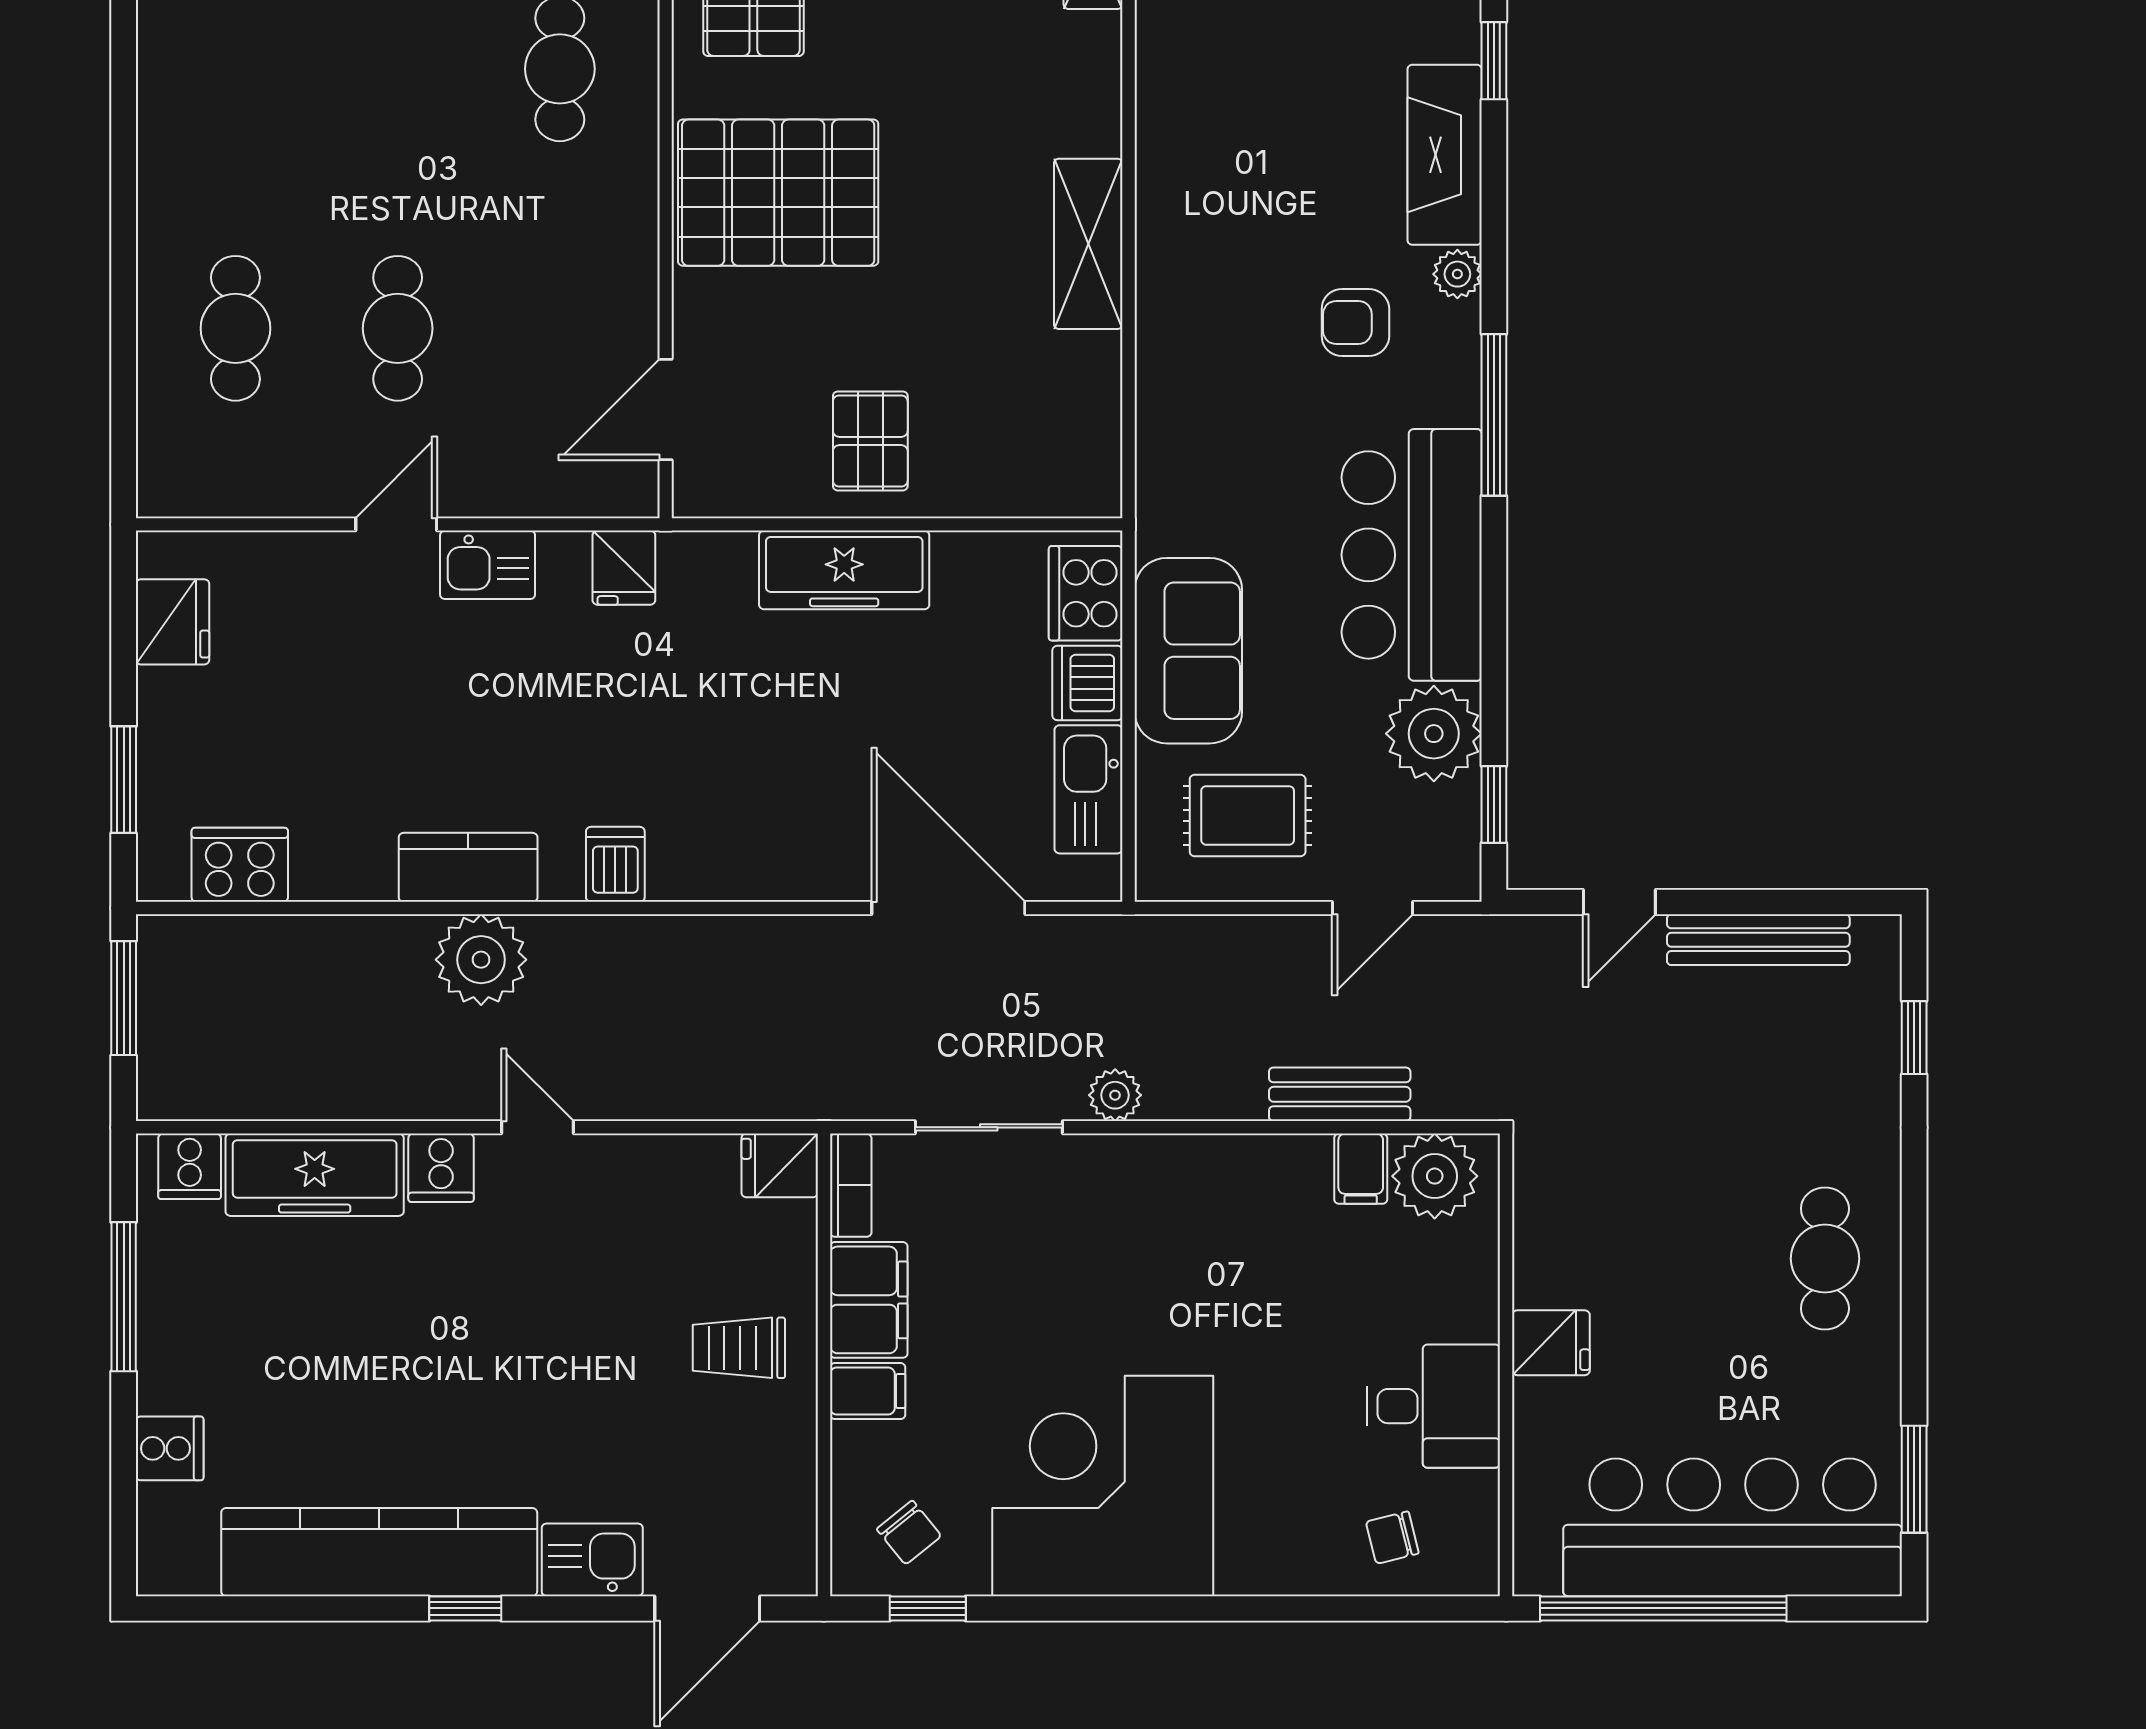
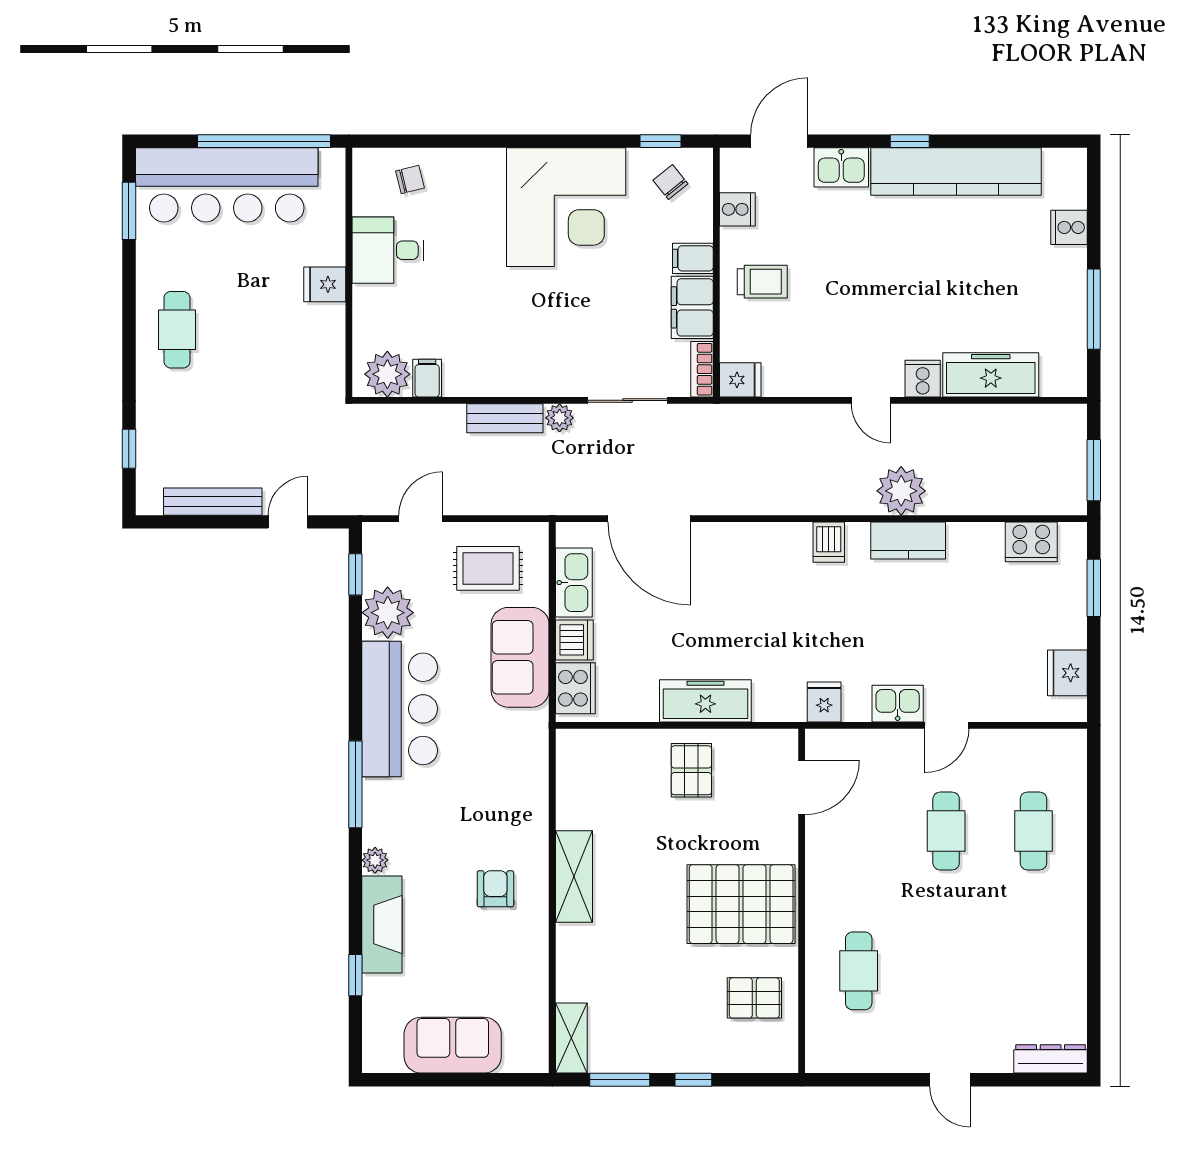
armchair: (1355, 322) -> (495, 889), moved, turned -90
bench: (1340, 1094) -> (505, 418), moved
cooker: (190, 1166) -> (737, 209), moved, turned 90

